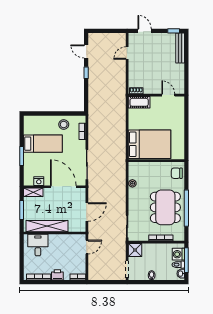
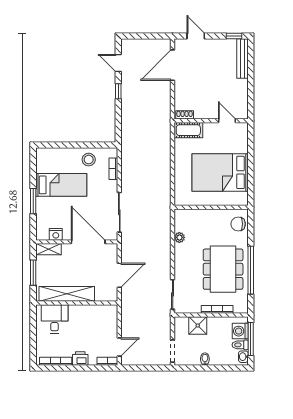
door: (127, 53) -> (173, 65), width x1.88
bed: (149, 144) -> (220, 172), moved, turned 180
door: (87, 247) -> (119, 347), moved
shower: (135, 250) -> (198, 326), moved

